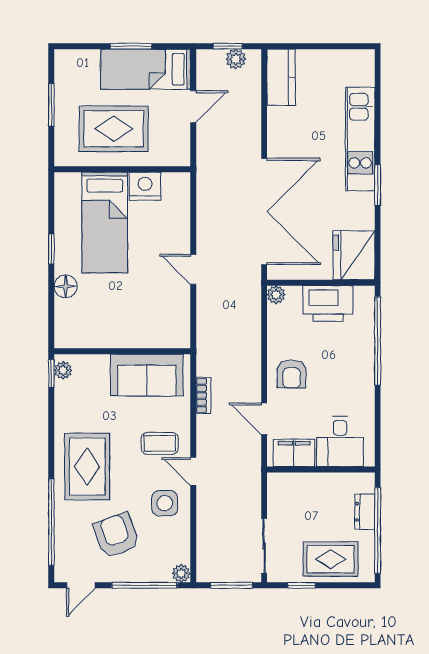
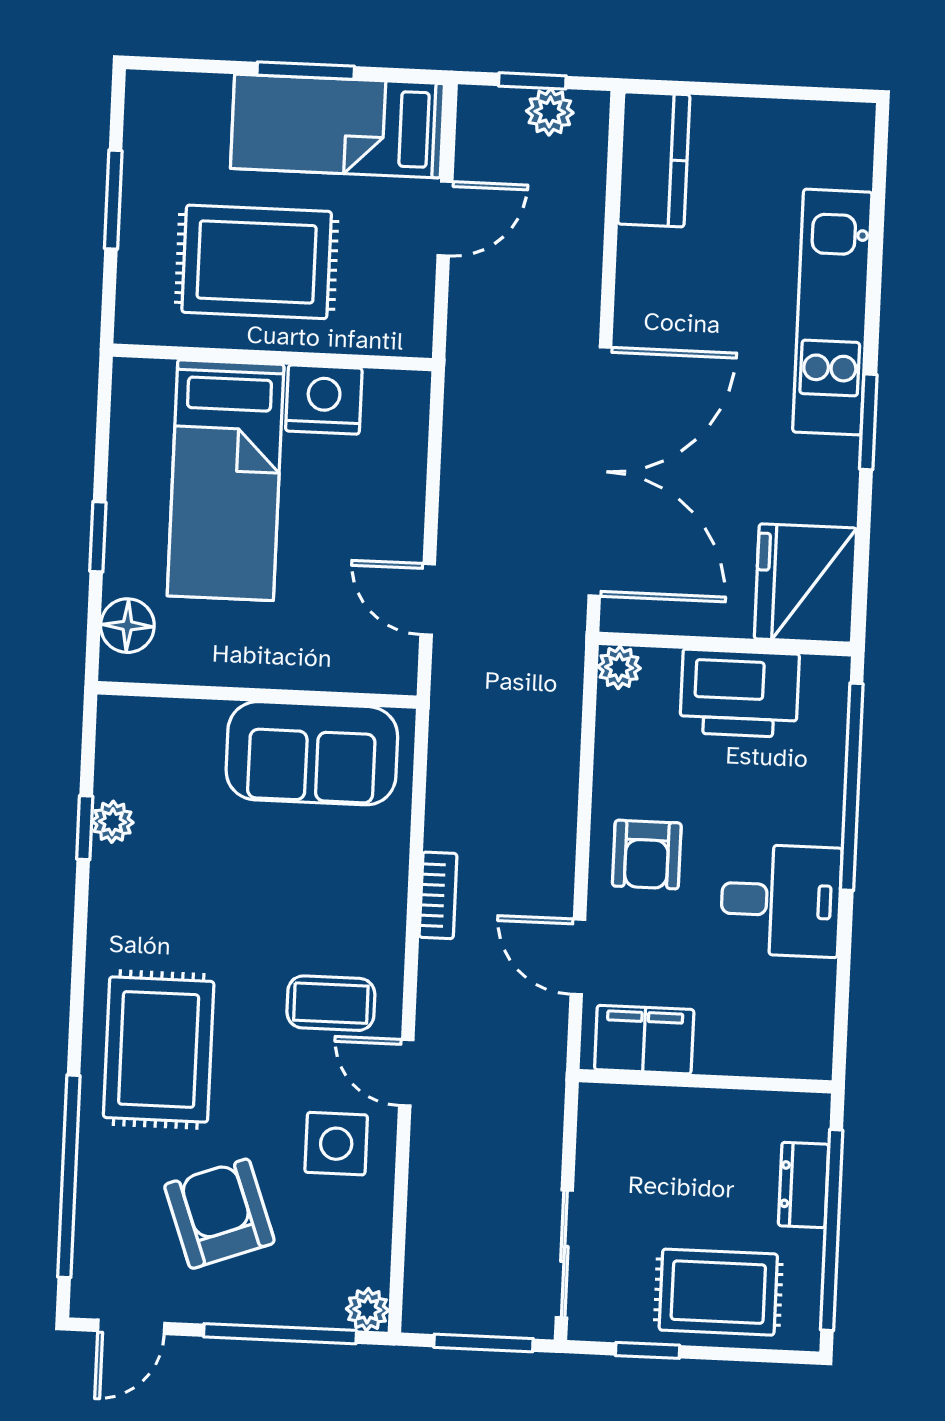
wall: (122, 351) -> (257, 695), moved
sofa: (147, 375) -> (312, 753), moved
desk: (340, 441) -> (781, 900), moved, turned -90

